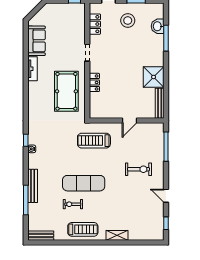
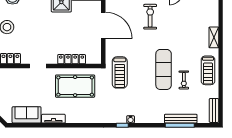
locker: (94, 82) -> (72, 59), width x1.53
door: (129, 121) -> (103, 25), width x1.88
treadmill: (94, 141) -> (120, 72), moved
bench: (33, 186) -> (181, 119), moved
treadmill: (83, 229) -> (208, 70), turned 180

